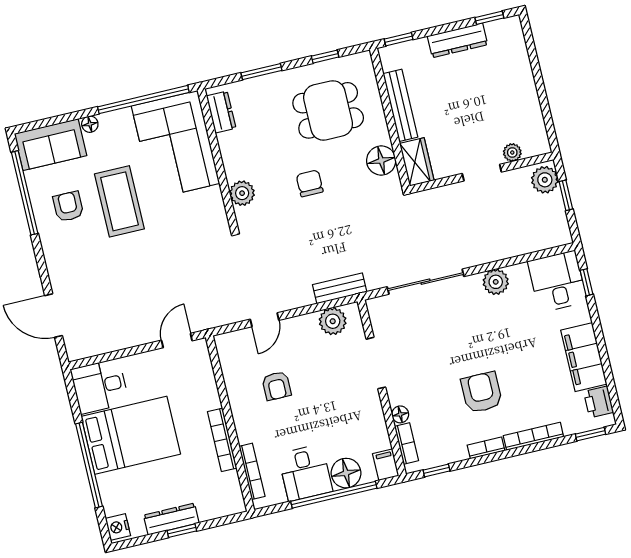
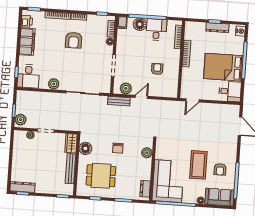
dresser: (457, 40) -> (22, 187), moved
door: (265, 320) -> (141, 97), moved

